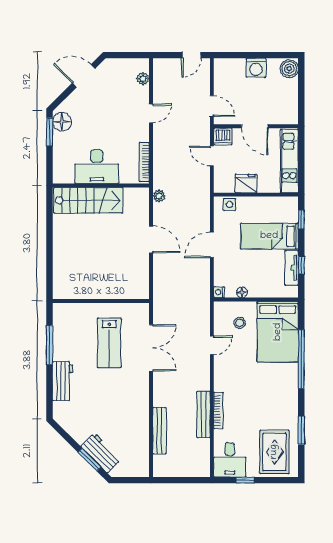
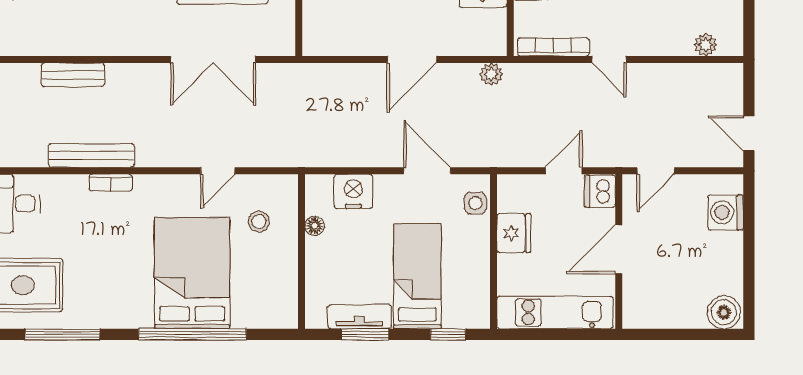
washing machine: (256, 68) -> (726, 212), moved
door: (151, 113) -> (609, 60), moved
door: (212, 245) -> (427, 171), moved
window: (301, 265) -> (365, 334), width x1.50
nightstand: (219, 292) -> (353, 191), moved, width x1.89, depth x1.79
bed: (278, 332) -> (192, 273), moved, turned 90
door: (212, 345) -> (218, 171), hinge flipped
bookcase: (218, 410) -> (111, 183), width x0.64
window: (301, 430) -> (63, 334), width x1.44
bench: (159, 431) -> (73, 75), width x0.73

